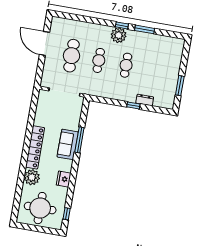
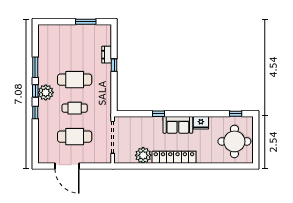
window: (101, 22) -> (35, 112), added
door: (44, 43) -> (67, 166), hinge flipped
cafe table: (126, 65) -> (75, 80), width x1.37, depth x1.35
window: (79, 140) -> (158, 114), width x0.46
sofa: (68, 144) -> (178, 125), moved
plant: (32, 177) -> (143, 155), moved

